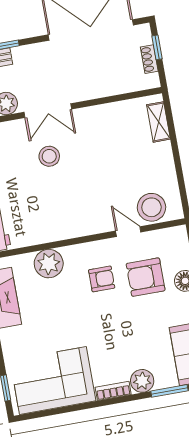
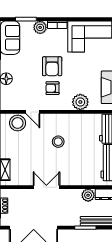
double door: (48, 111) -> (46, 187), moved
stool: (49, 156) -> (58, 142), moved
armchair: (146, 277) -> (52, 66), moved, turned 90

